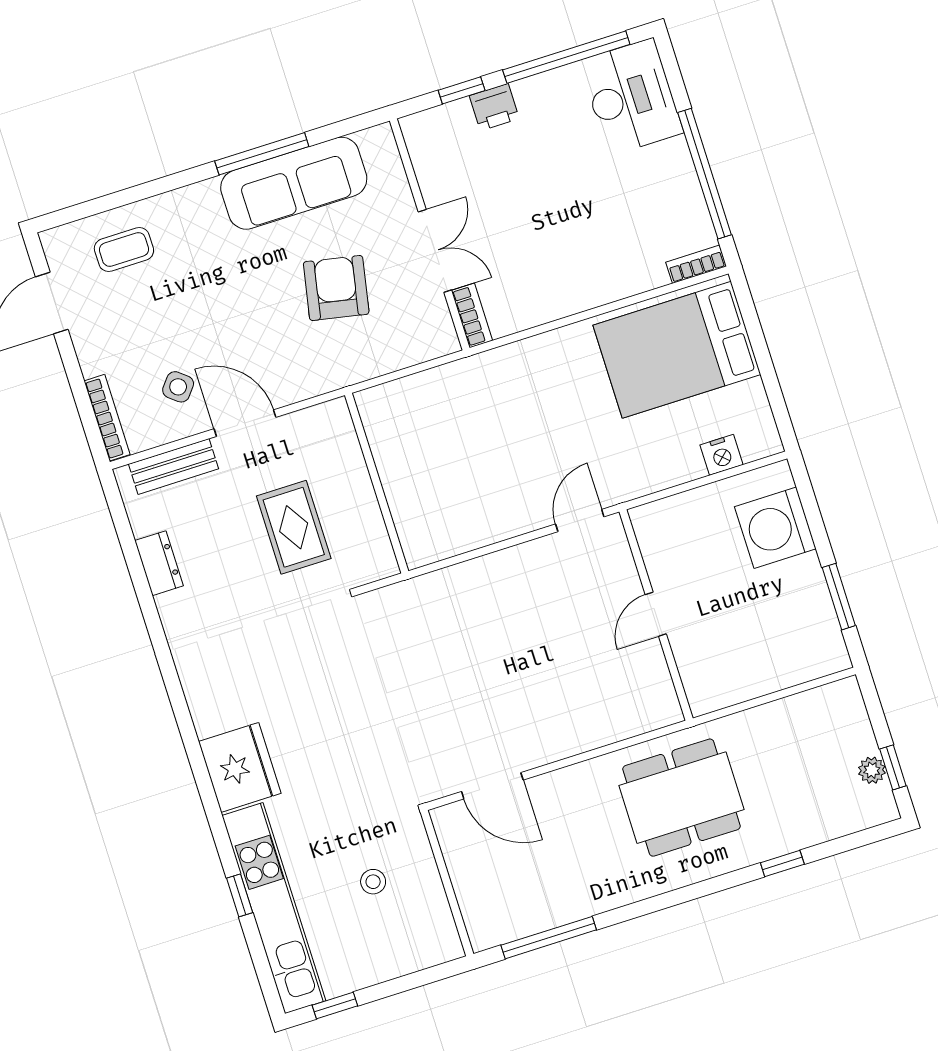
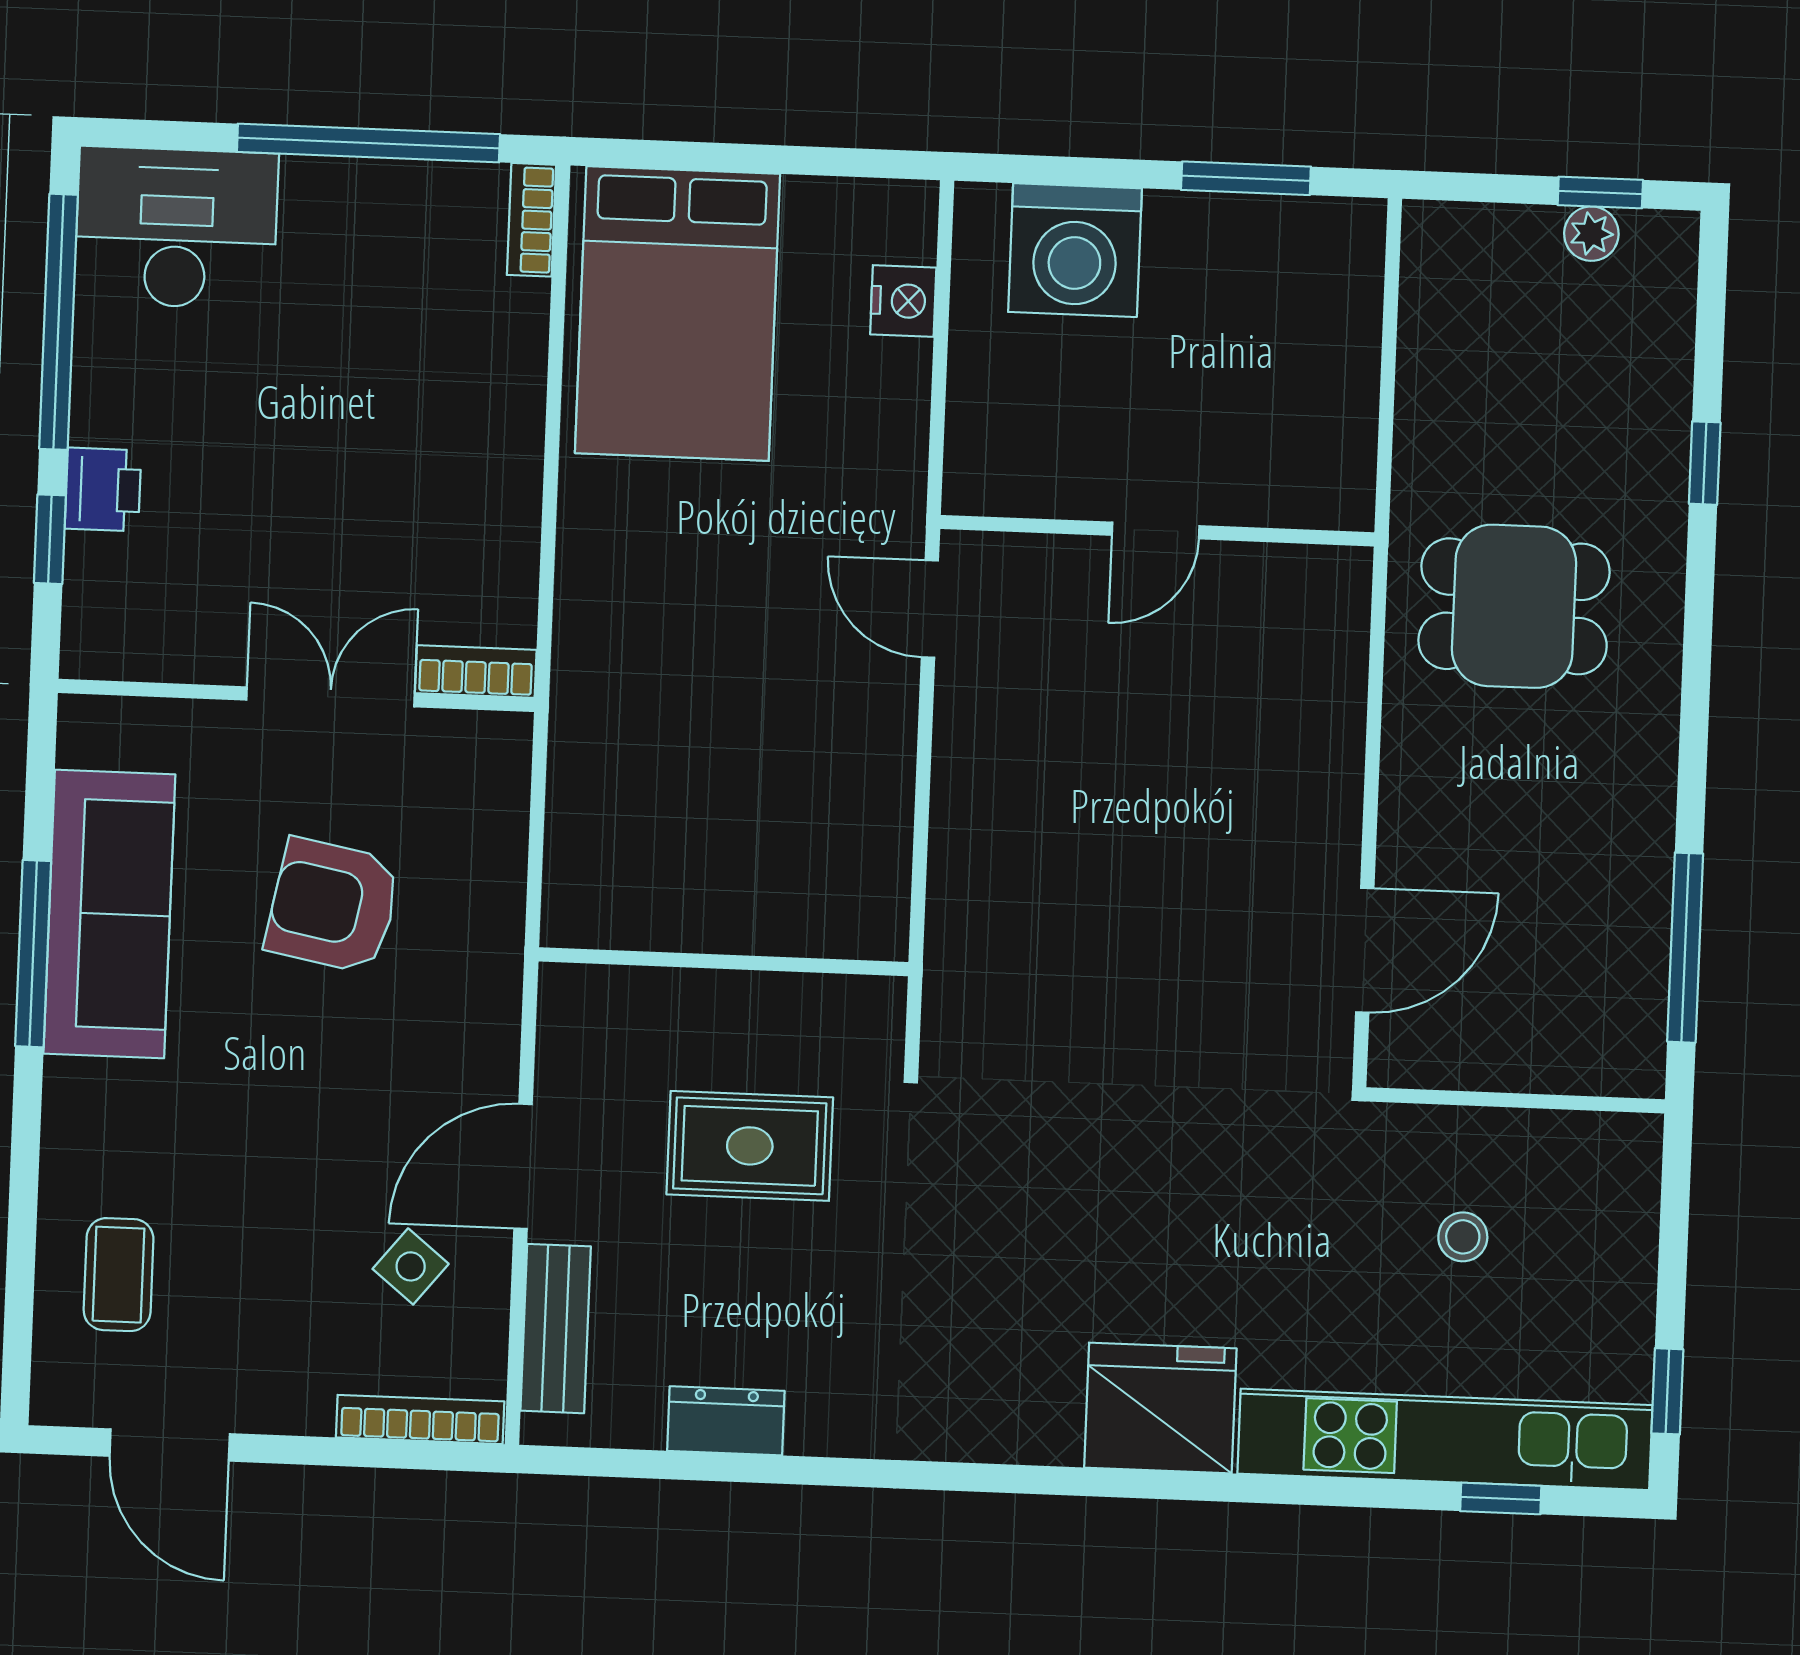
door: (656, 614) -> (1156, 531), hinge flipped
dining table: (681, 798) -> (1514, 606), width x0.73
window: (240, 895) -> (1501, 1498), moved

